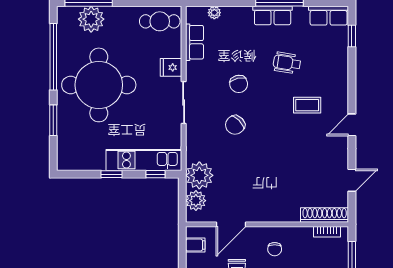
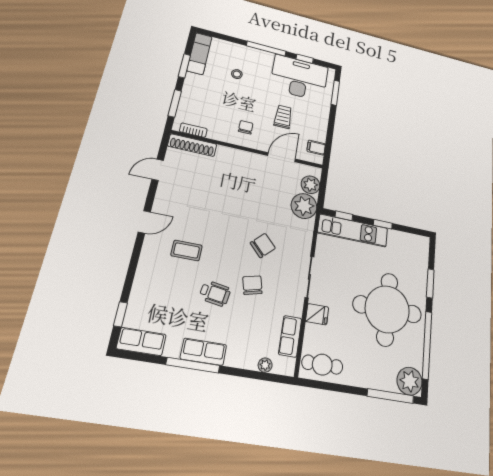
plant: (91, 19) -> (410, 381), moved
wheelchair: (287, 63) -> (215, 293), moved

